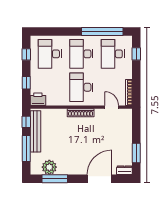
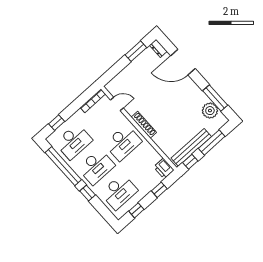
window: (68, 31) -> (88, 193), added
door: (112, 107) -> (117, 104), swing flipped

